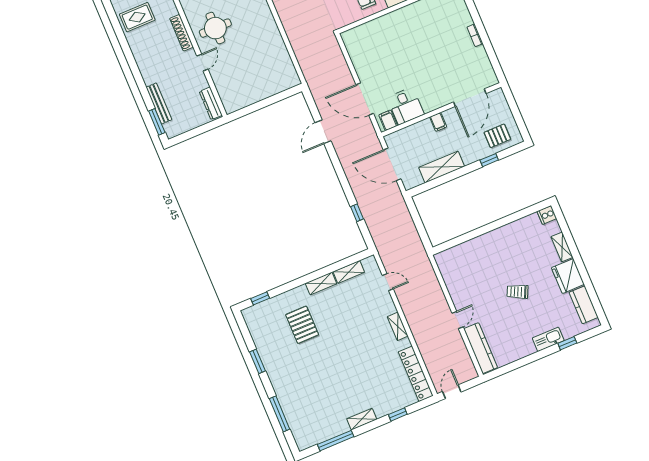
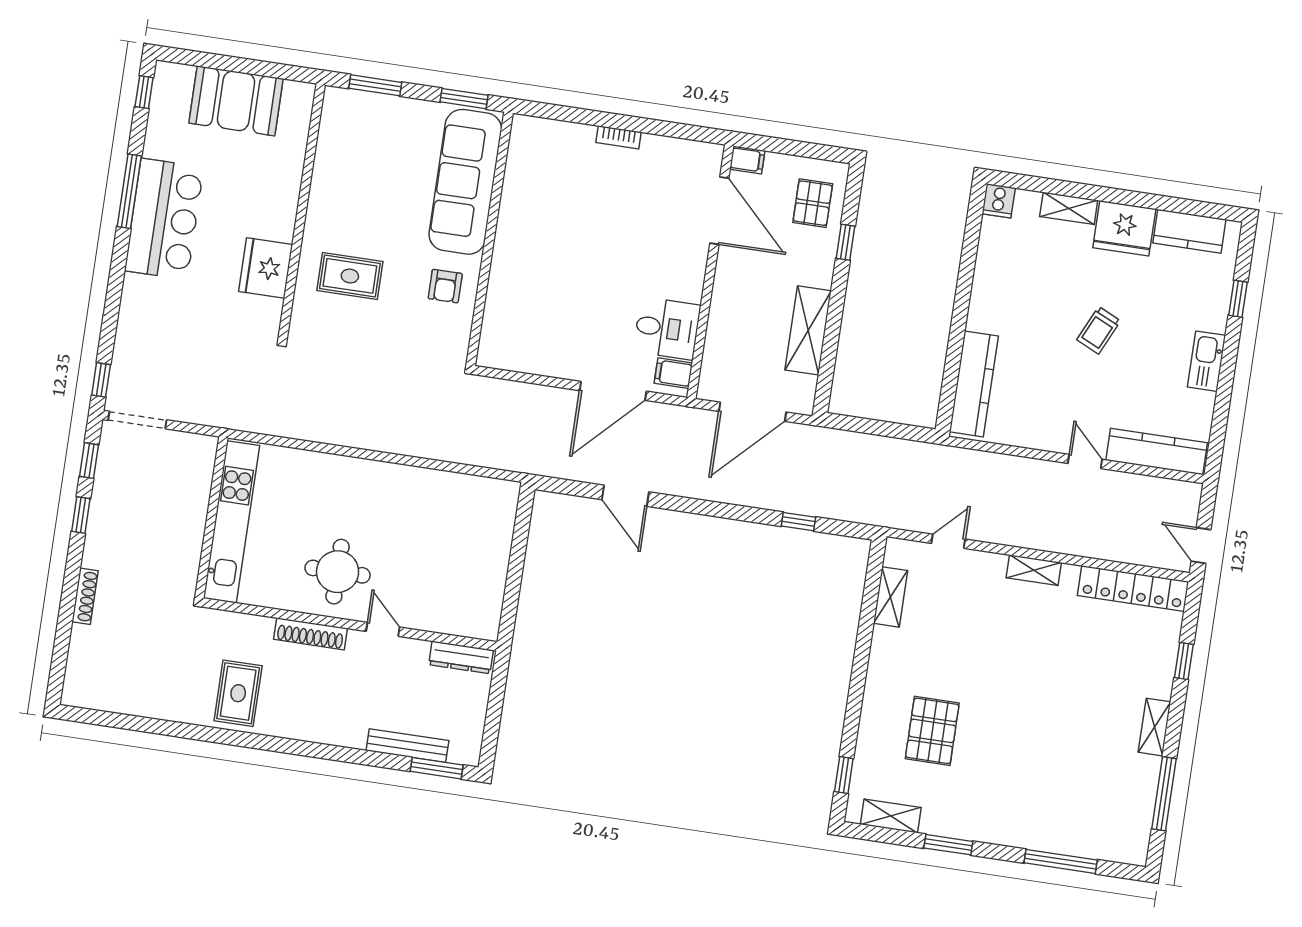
filing cabinet: (438, 122) -> (747, 160), moved
kitchen counter: (462, 252) -> (974, 384), added
shelving: (321, 284) -> (891, 816), moved, turned 90
pallet: (302, 325) -> (932, 731), turned 90
kitchen sink: (548, 339) -> (1207, 361), moved

